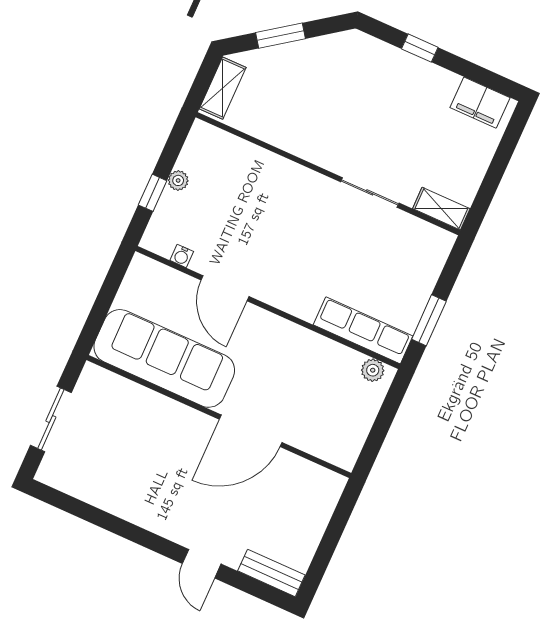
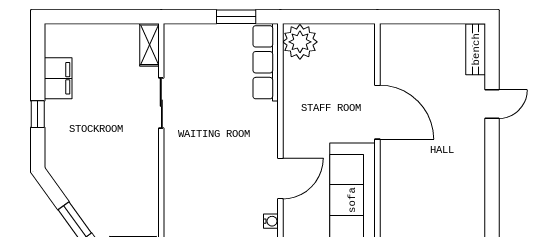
filing cabinet: (480, 103) -> (58, 78), moved
plant: (373, 370) -> (300, 42), width x1.87, depth x1.87

